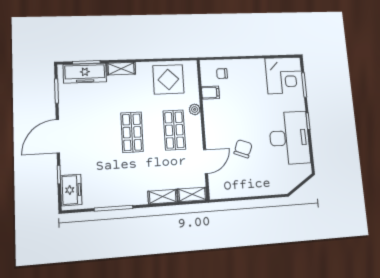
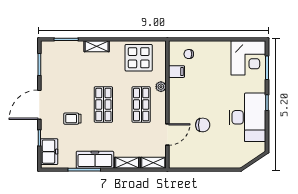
freezer: (85, 73) -> (95, 160), moved, turned 180
chair: (243, 149) -> (203, 125), turned 69
trolley: (97, 150) -> (72, 119), added

